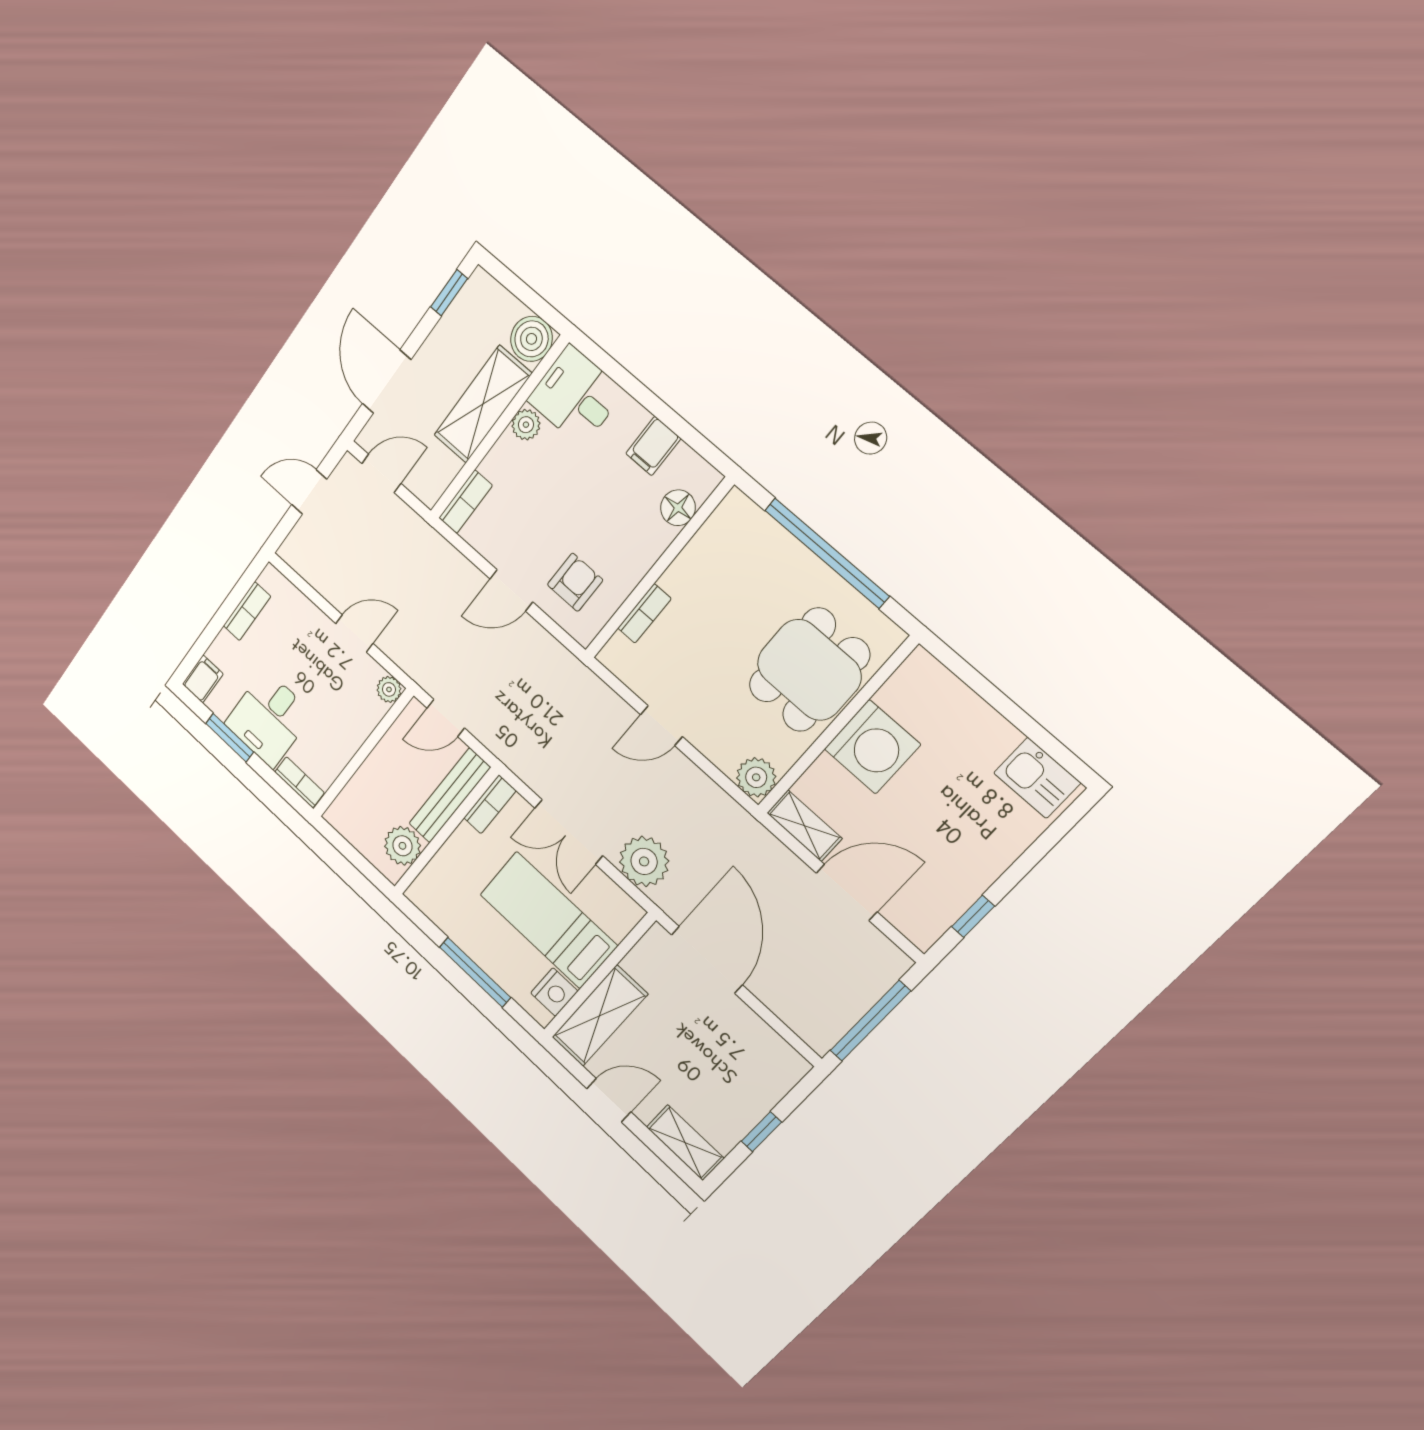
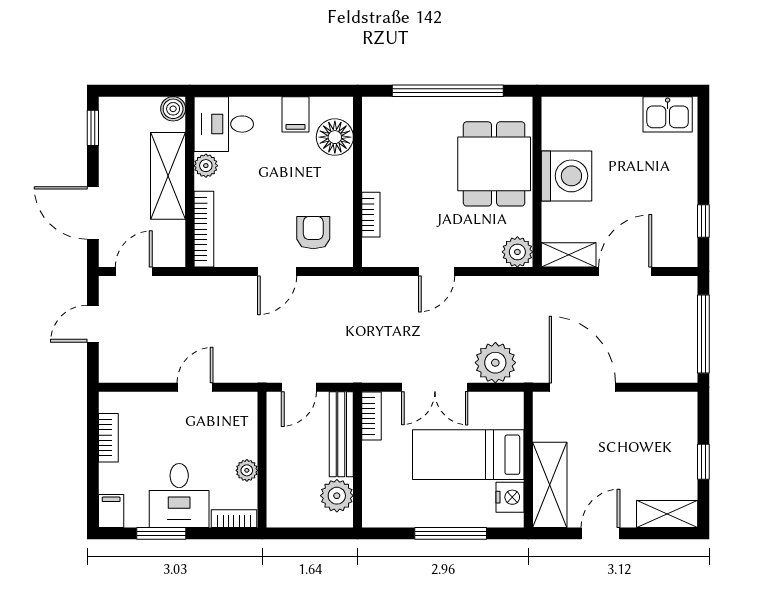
boiler: (531, 339) -> (173, 109), width x0.73, depth x0.73
bookcase: (465, 502) -> (204, 229), width x1.56
floor lamp: (678, 508) -> (335, 137), width x1.38, depth x1.38
plant: (389, 689) -> (247, 470), moved

